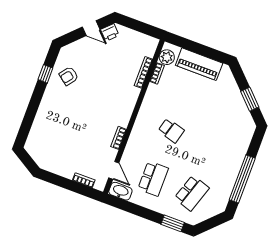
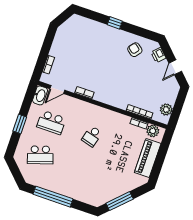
printer: (110, 32) -> (158, 55), moved
plant: (142, 40) -> (166, 110), added
window: (45, 74) -> (115, 23), moved
window: (250, 99) -> (120, 201), width x1.44
school desk: (192, 193) -> (40, 155), turned -36
window: (173, 223) -> (20, 124), moved

